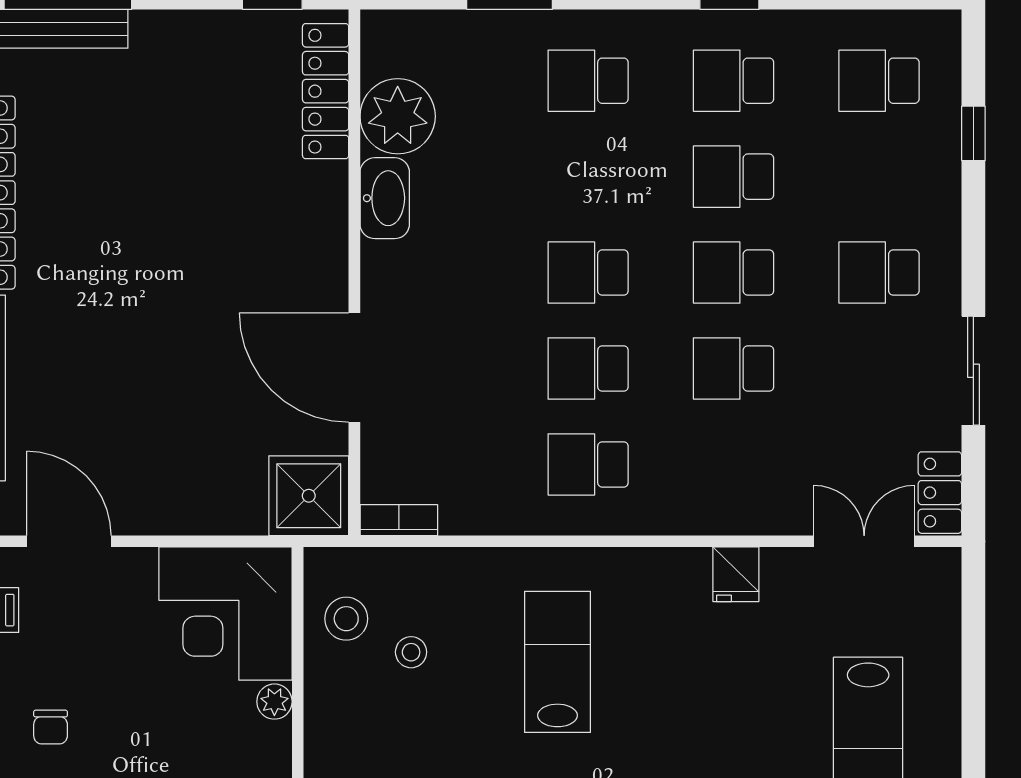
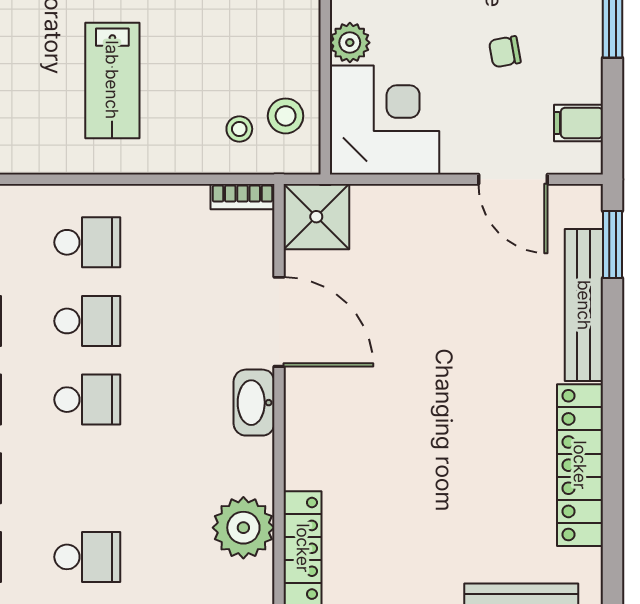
washbasin: (385, 198) -> (254, 403), moved
stool: (411, 652) -> (239, 129), moved
plant: (274, 702) -> (350, 43), width x1.38, depth x1.38
chair: (51, 727) -> (505, 52), moved, turned -100

